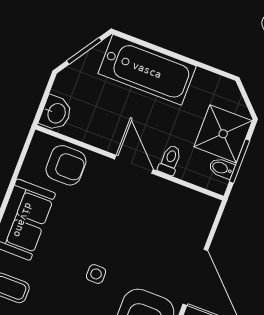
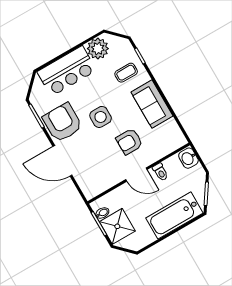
toilet: (170, 160) -> (160, 172), moved
armchair: (66, 165) -> (129, 142), moved
side table: (96, 274) -> (101, 117), width x1.87, depth x1.87

